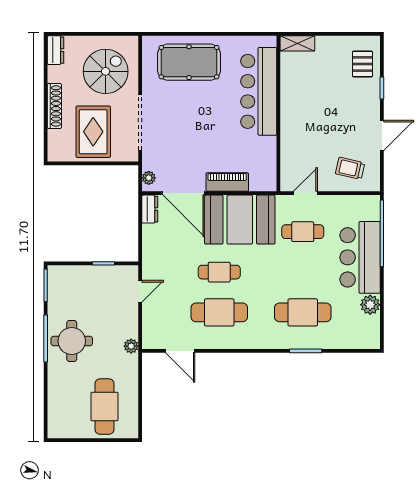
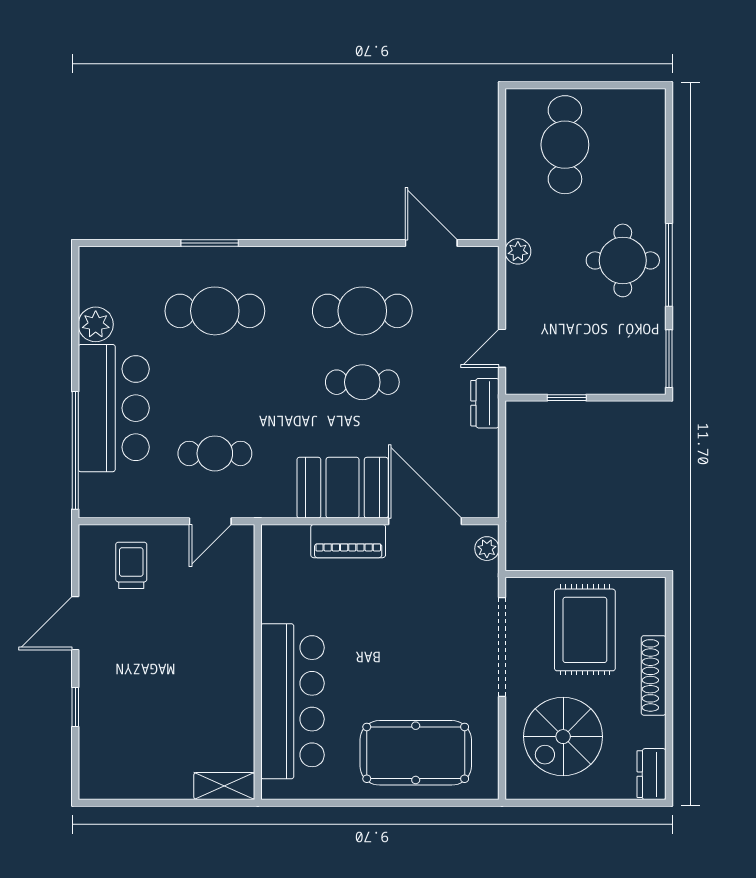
pallet: (363, 64) -> (109, 750), removed
trolley: (350, 168) -> (131, 565), turned -103
dresser: (150, 209) -> (485, 403), moved
booth: (240, 220) -> (343, 488), width x0.73, depth x0.70

